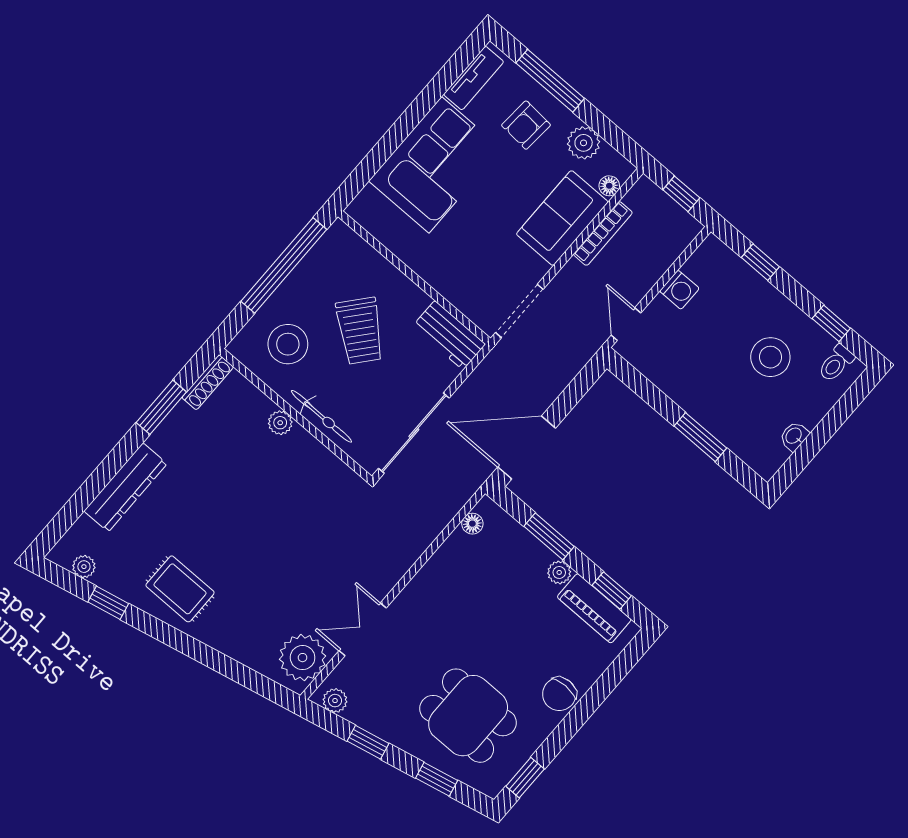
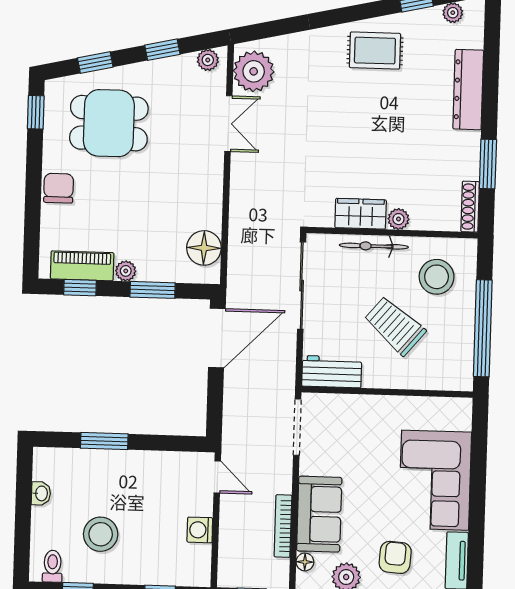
wardrobe: (310, 455) -> (361, 214), added
floor lamp: (472, 524) -> (204, 248), width x1.89, depth x1.89

